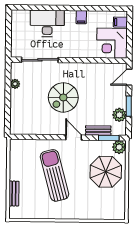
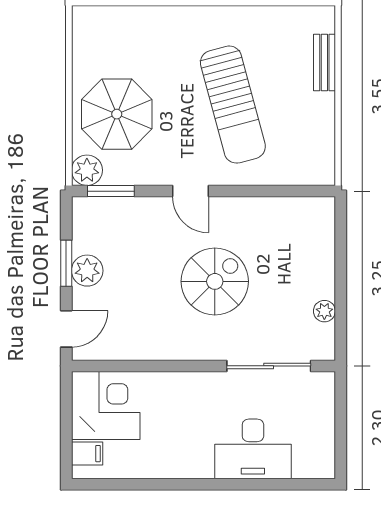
filing cabinet: (81, 17) -> (176, 464), removed
plant: (119, 115) -> (87, 271), moved
bench: (98, 130) -> (135, 207), removed

